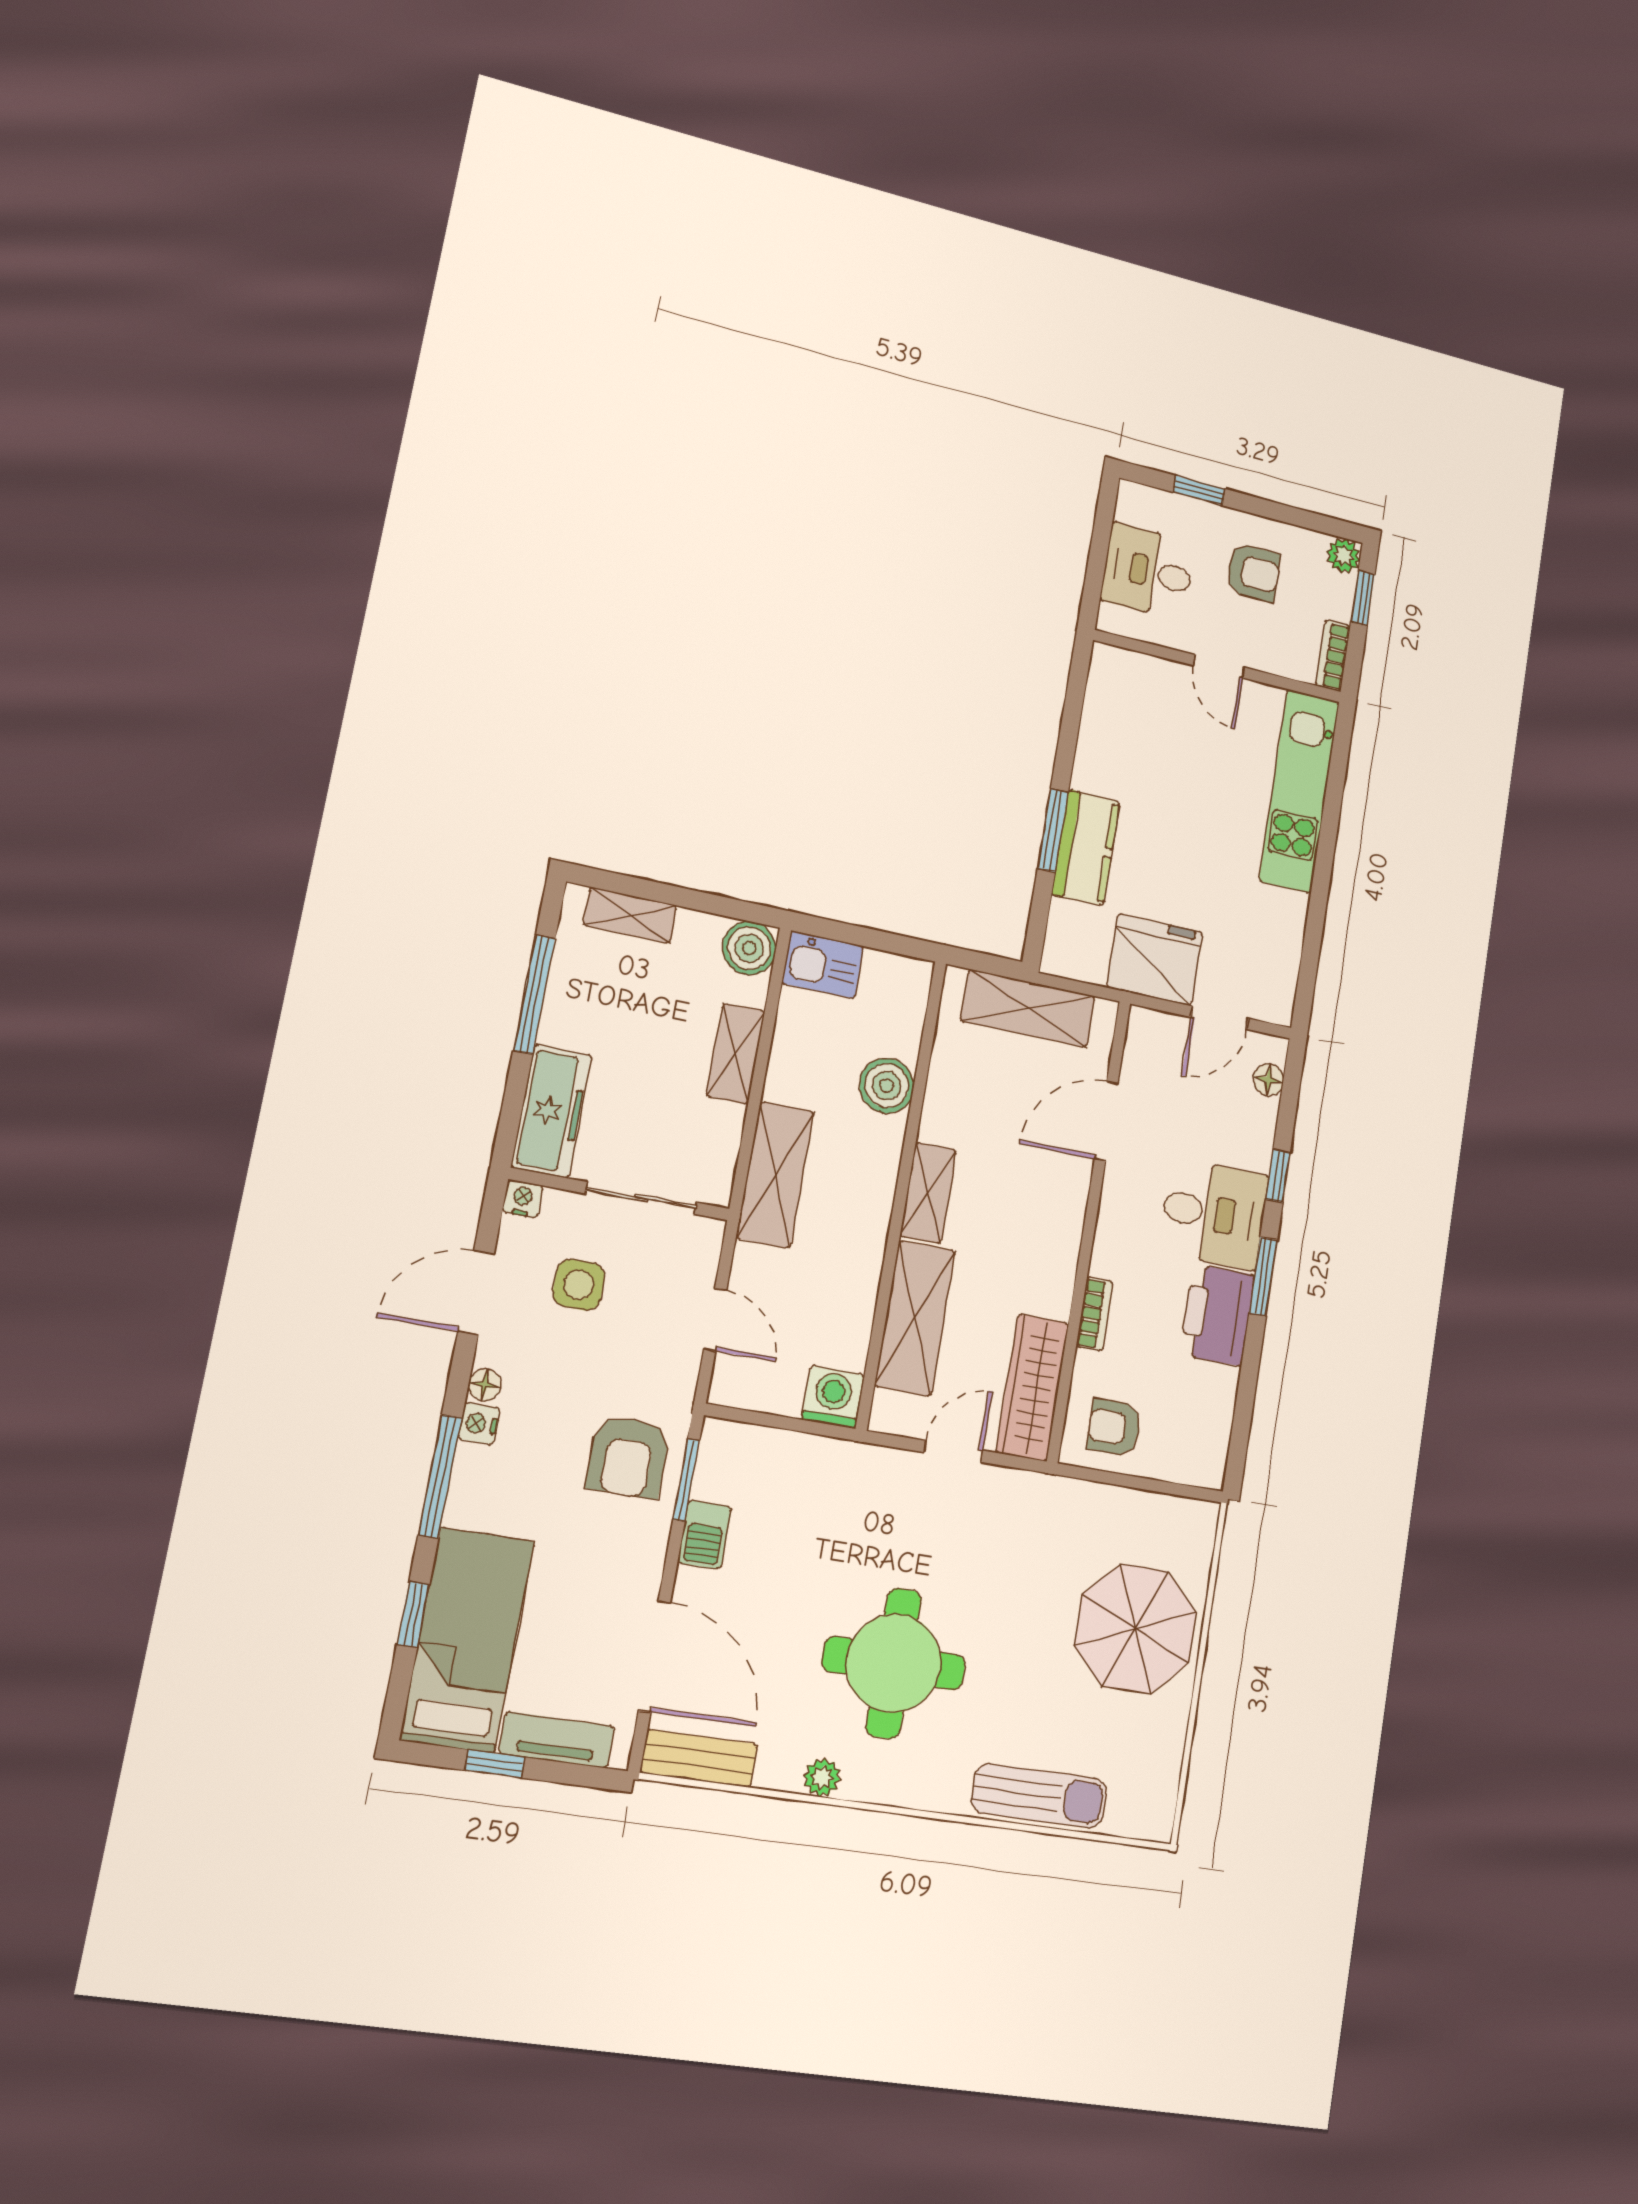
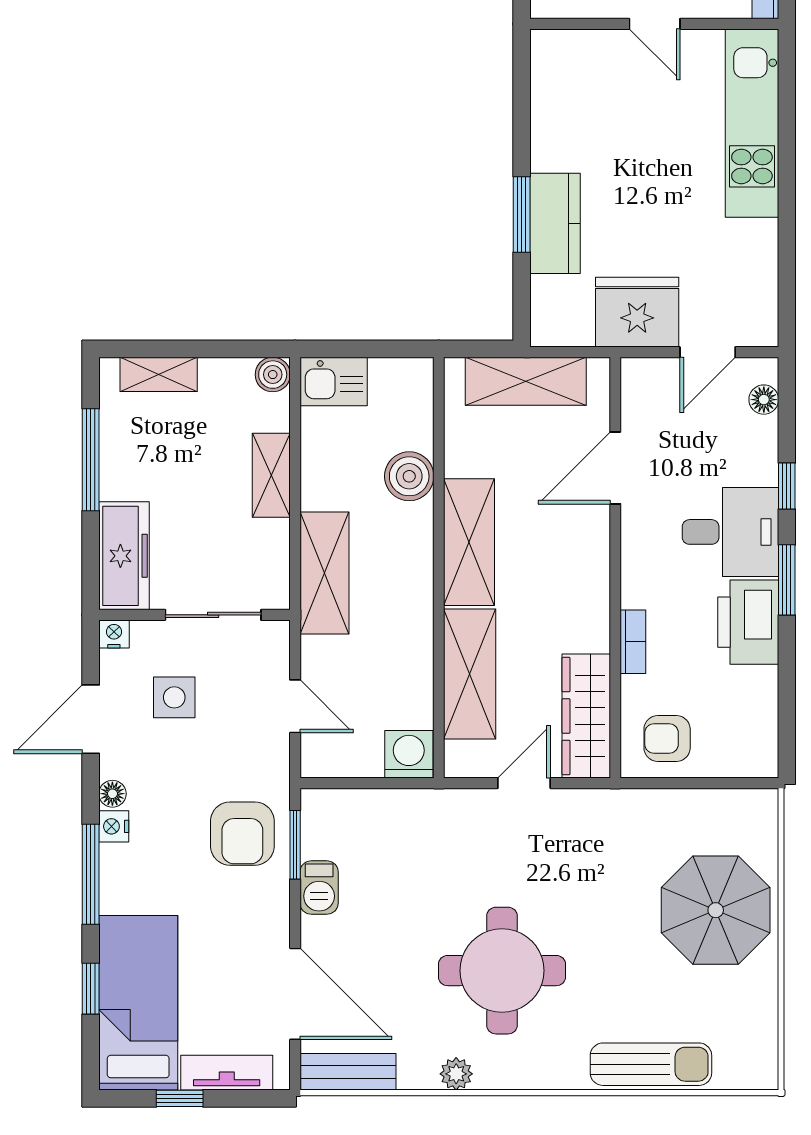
boiler: (749, 948) -> (273, 375), width x0.73, depth x0.73
shelving: (928, 1193) -> (469, 542), width x1.50, depth x1.33

